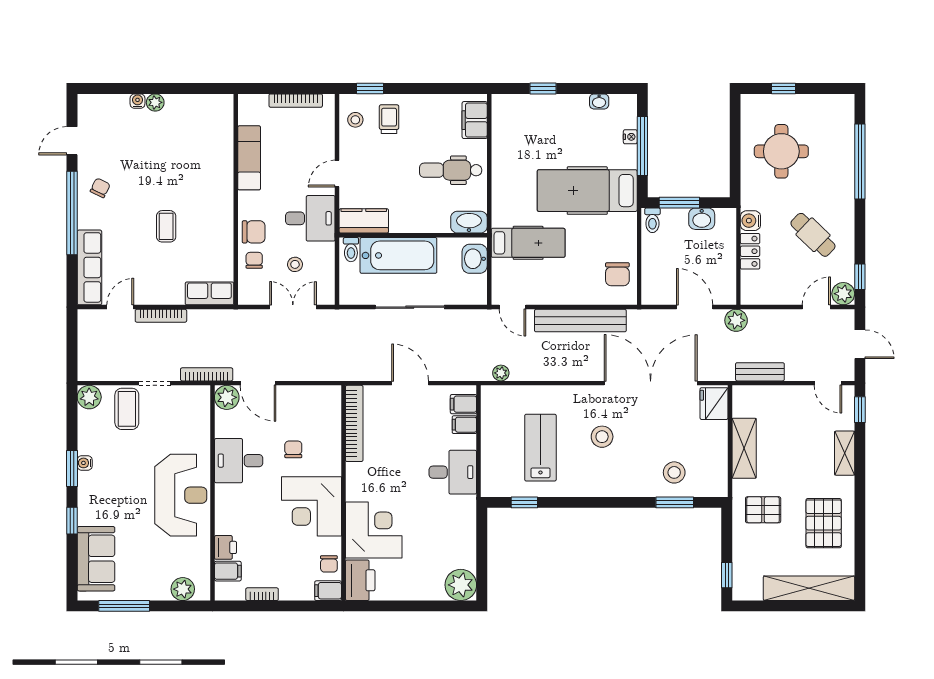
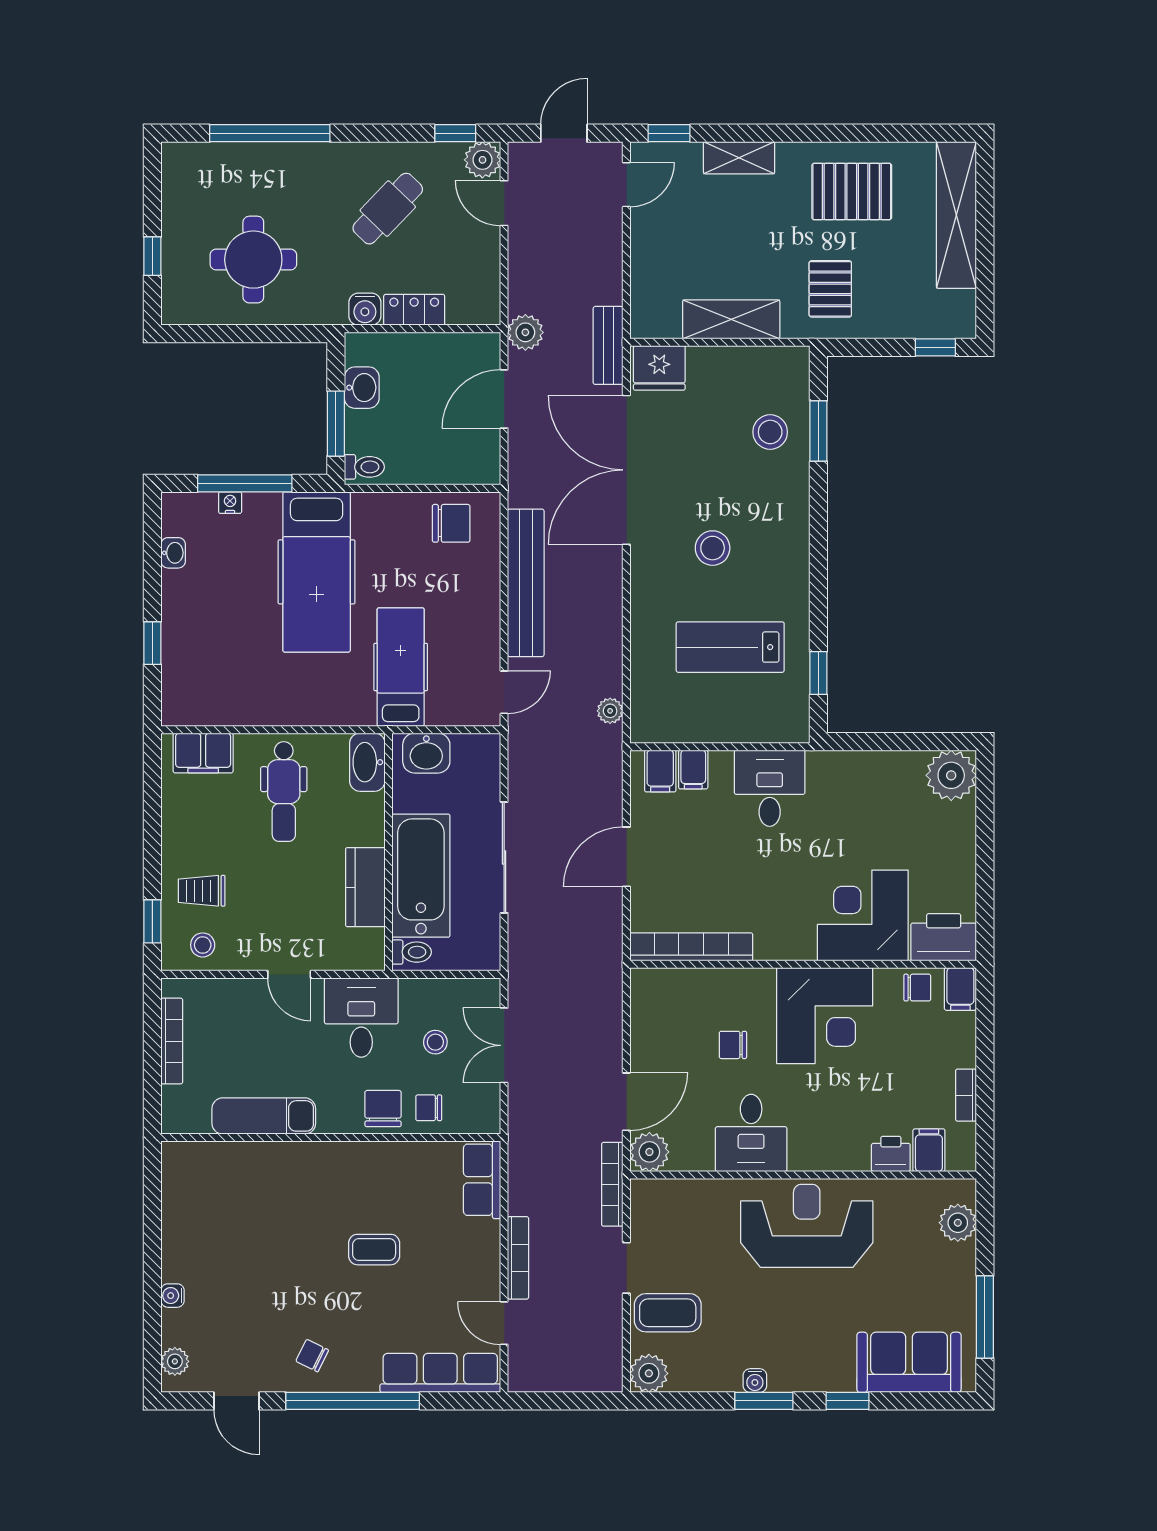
plant: (155, 102) -> (175, 1361), moved
kitchen counter: (364, 221) -> (365, 887), moved
bench: (760, 372) -> (608, 345), moved

